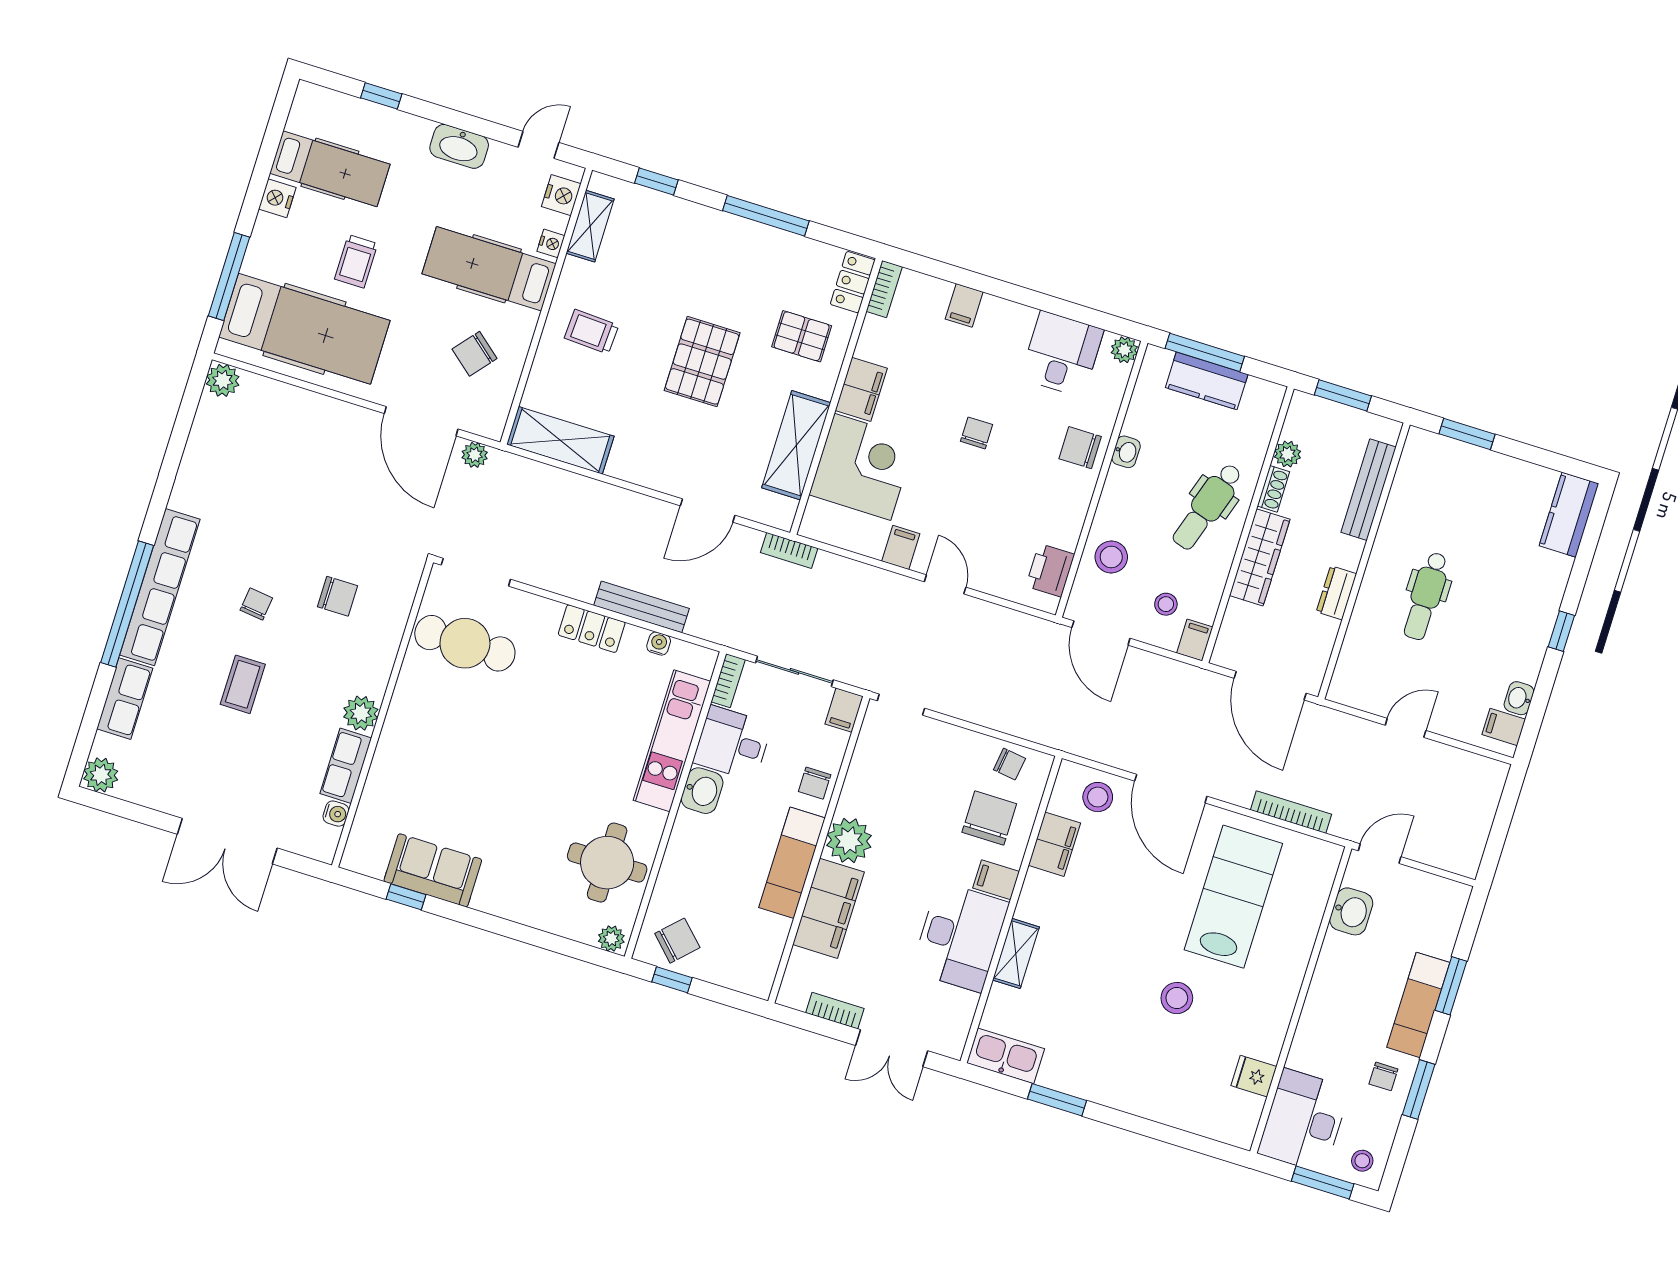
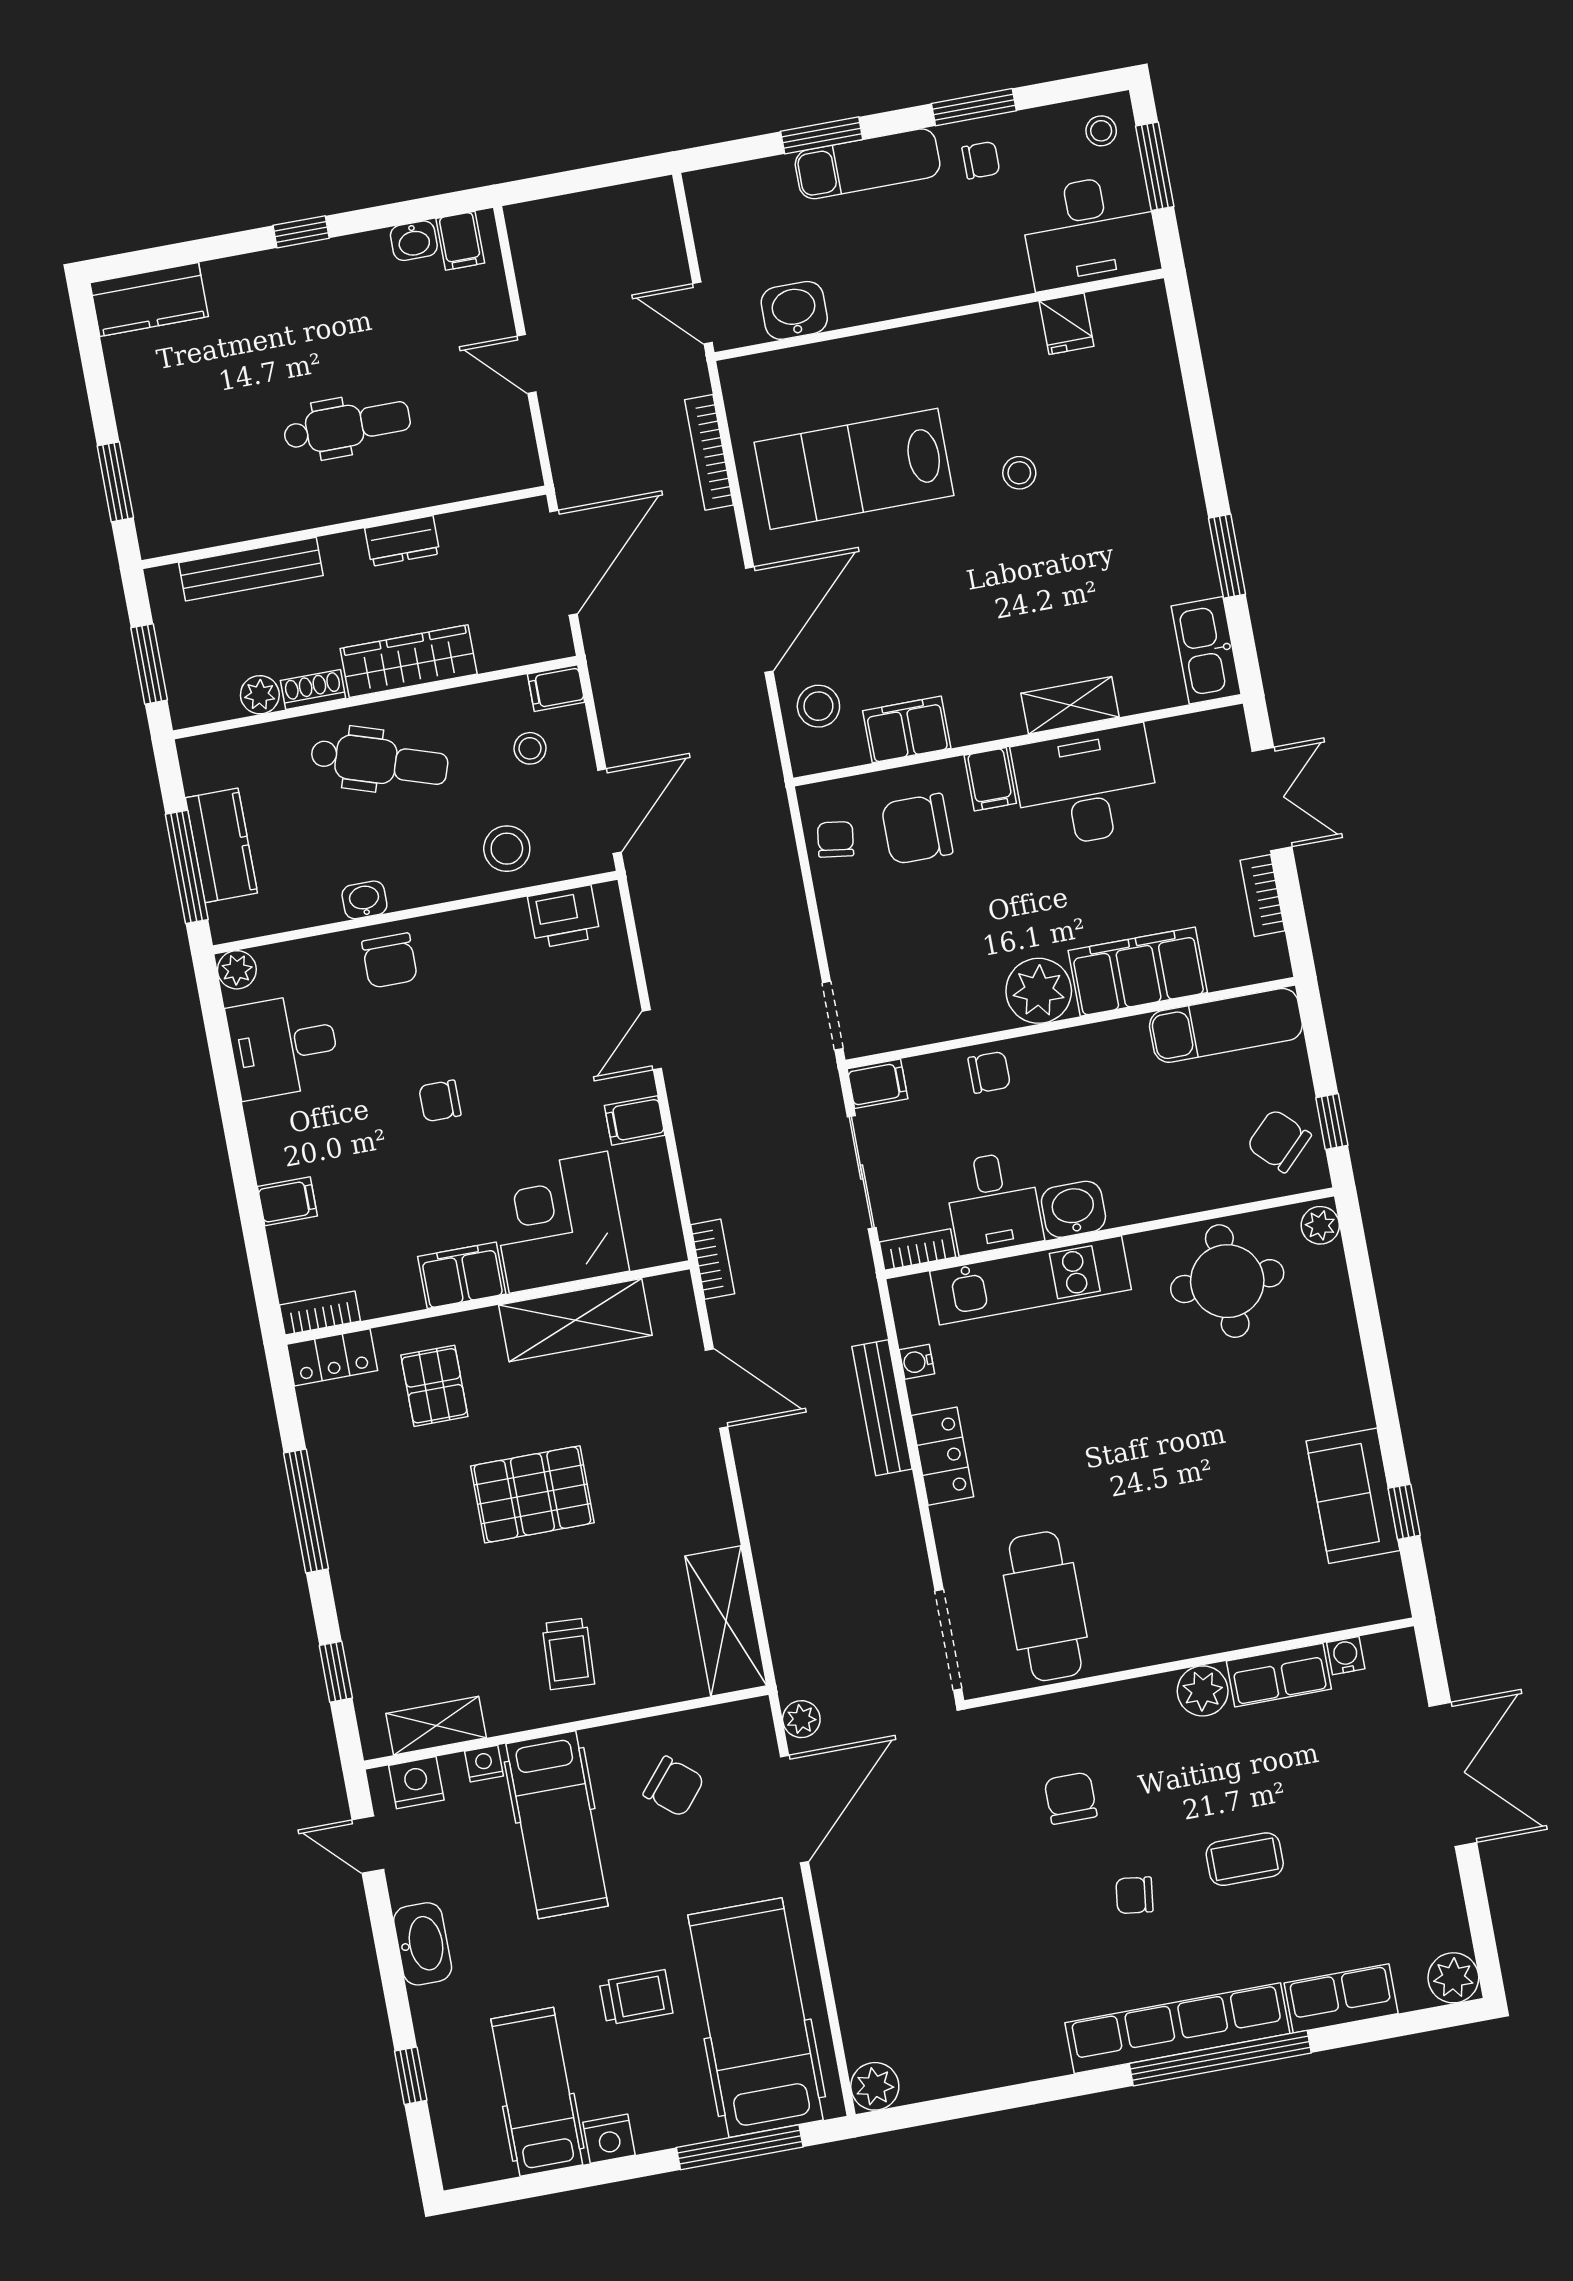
exam couch: (792, 863) -> (1226, 1025), moved
stool: (1177, 998) -> (1019, 473), width x0.73, depth x0.73

